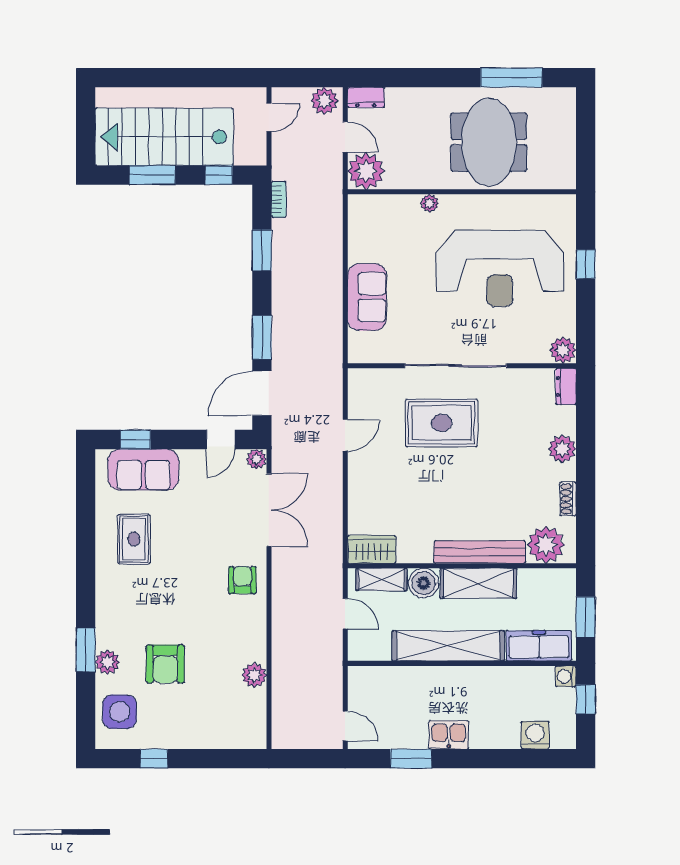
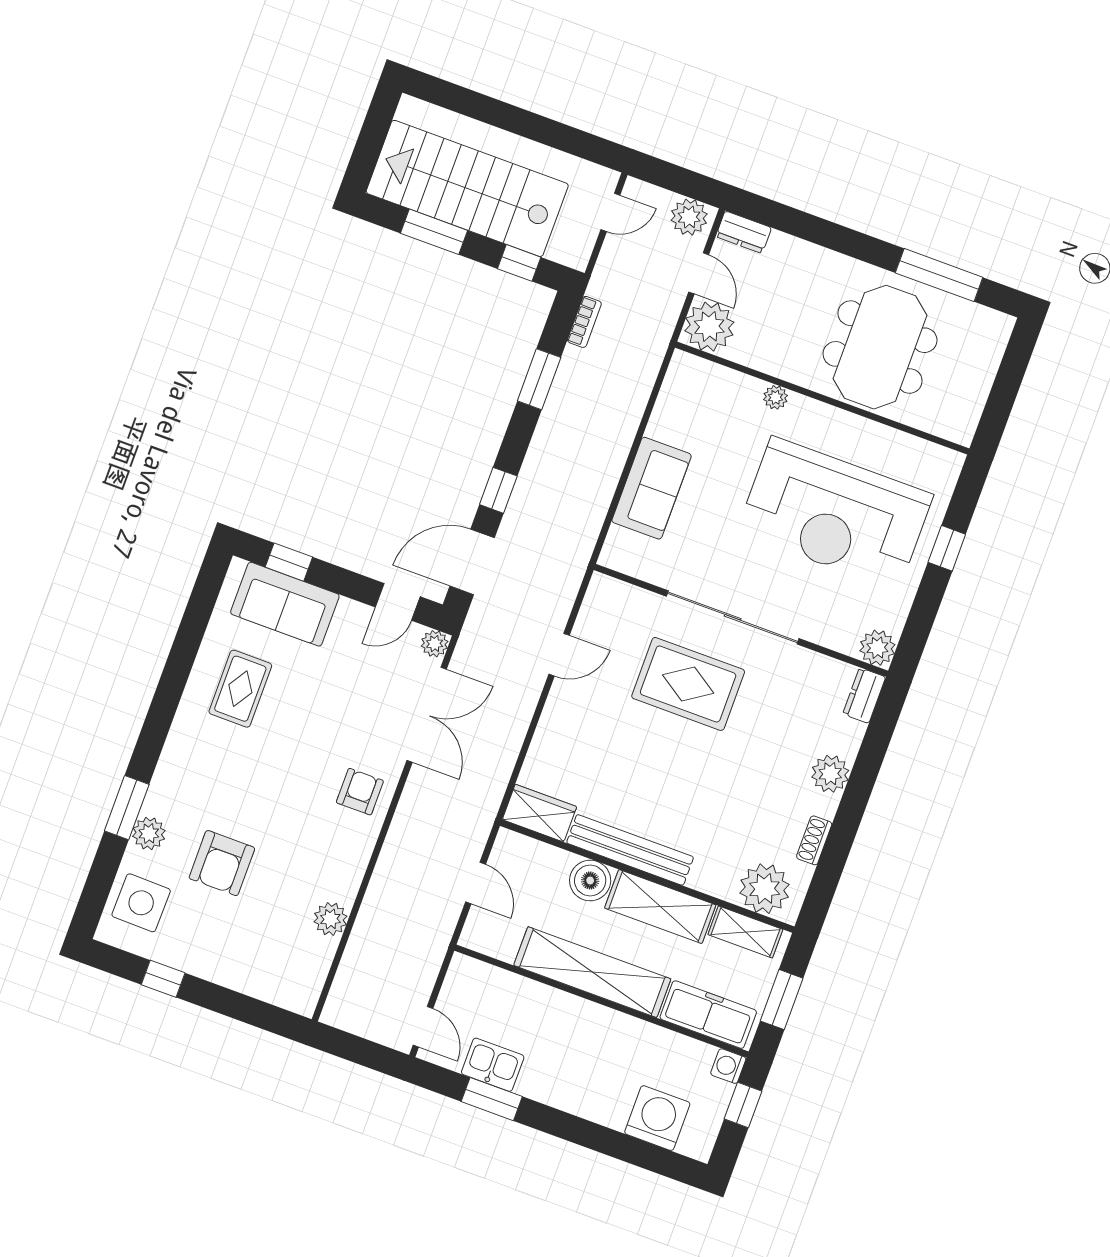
window: (262, 337) -> (498, 490), width x0.67
bench: (480, 552) -> (630, 850), moved
shelving: (382, 579) -> (745, 932), moved
kitchen sink: (449, 735) -> (493, 1065), moved
washing machine: (535, 735) -> (657, 1118), width x1.37, depth x1.37

